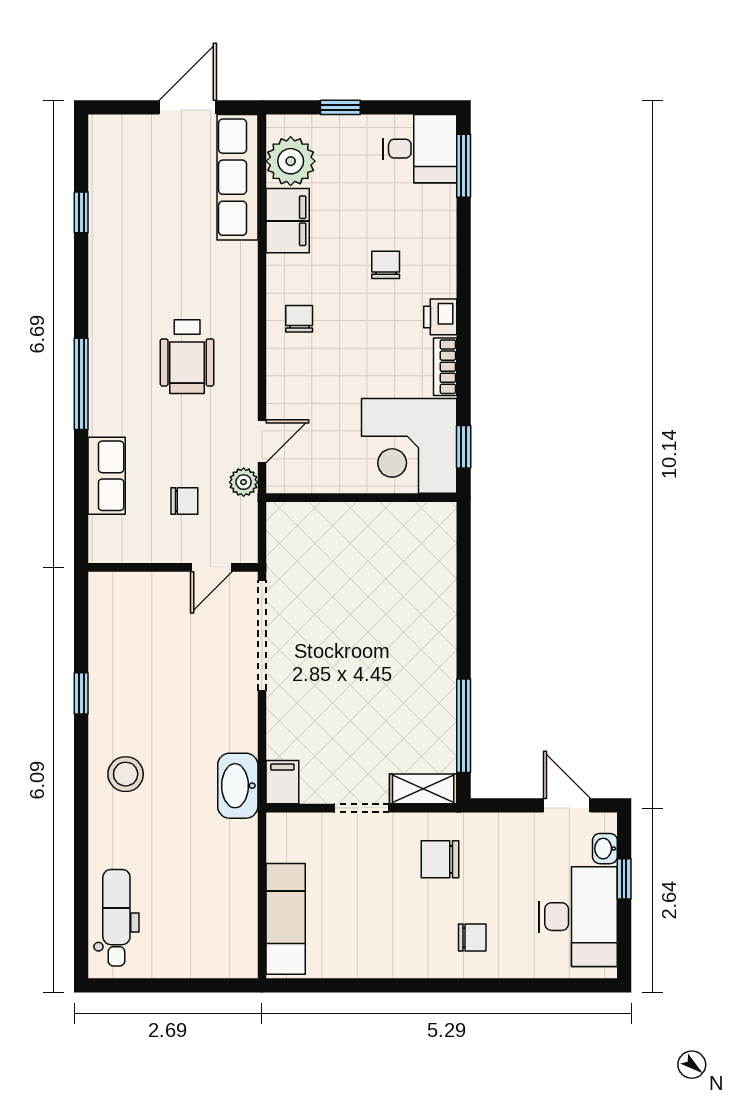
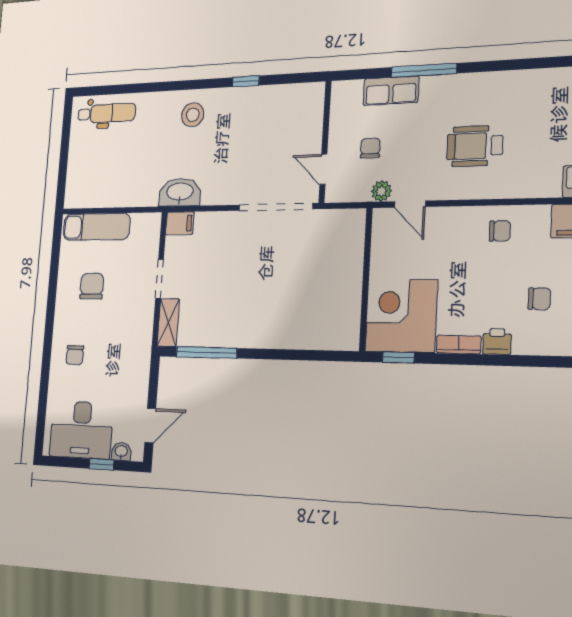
window: (81, 384) -> (424, 70), moved
chair: (184, 501) -> (370, 148), turned 180
chair: (440, 859) -> (92, 286), moved

